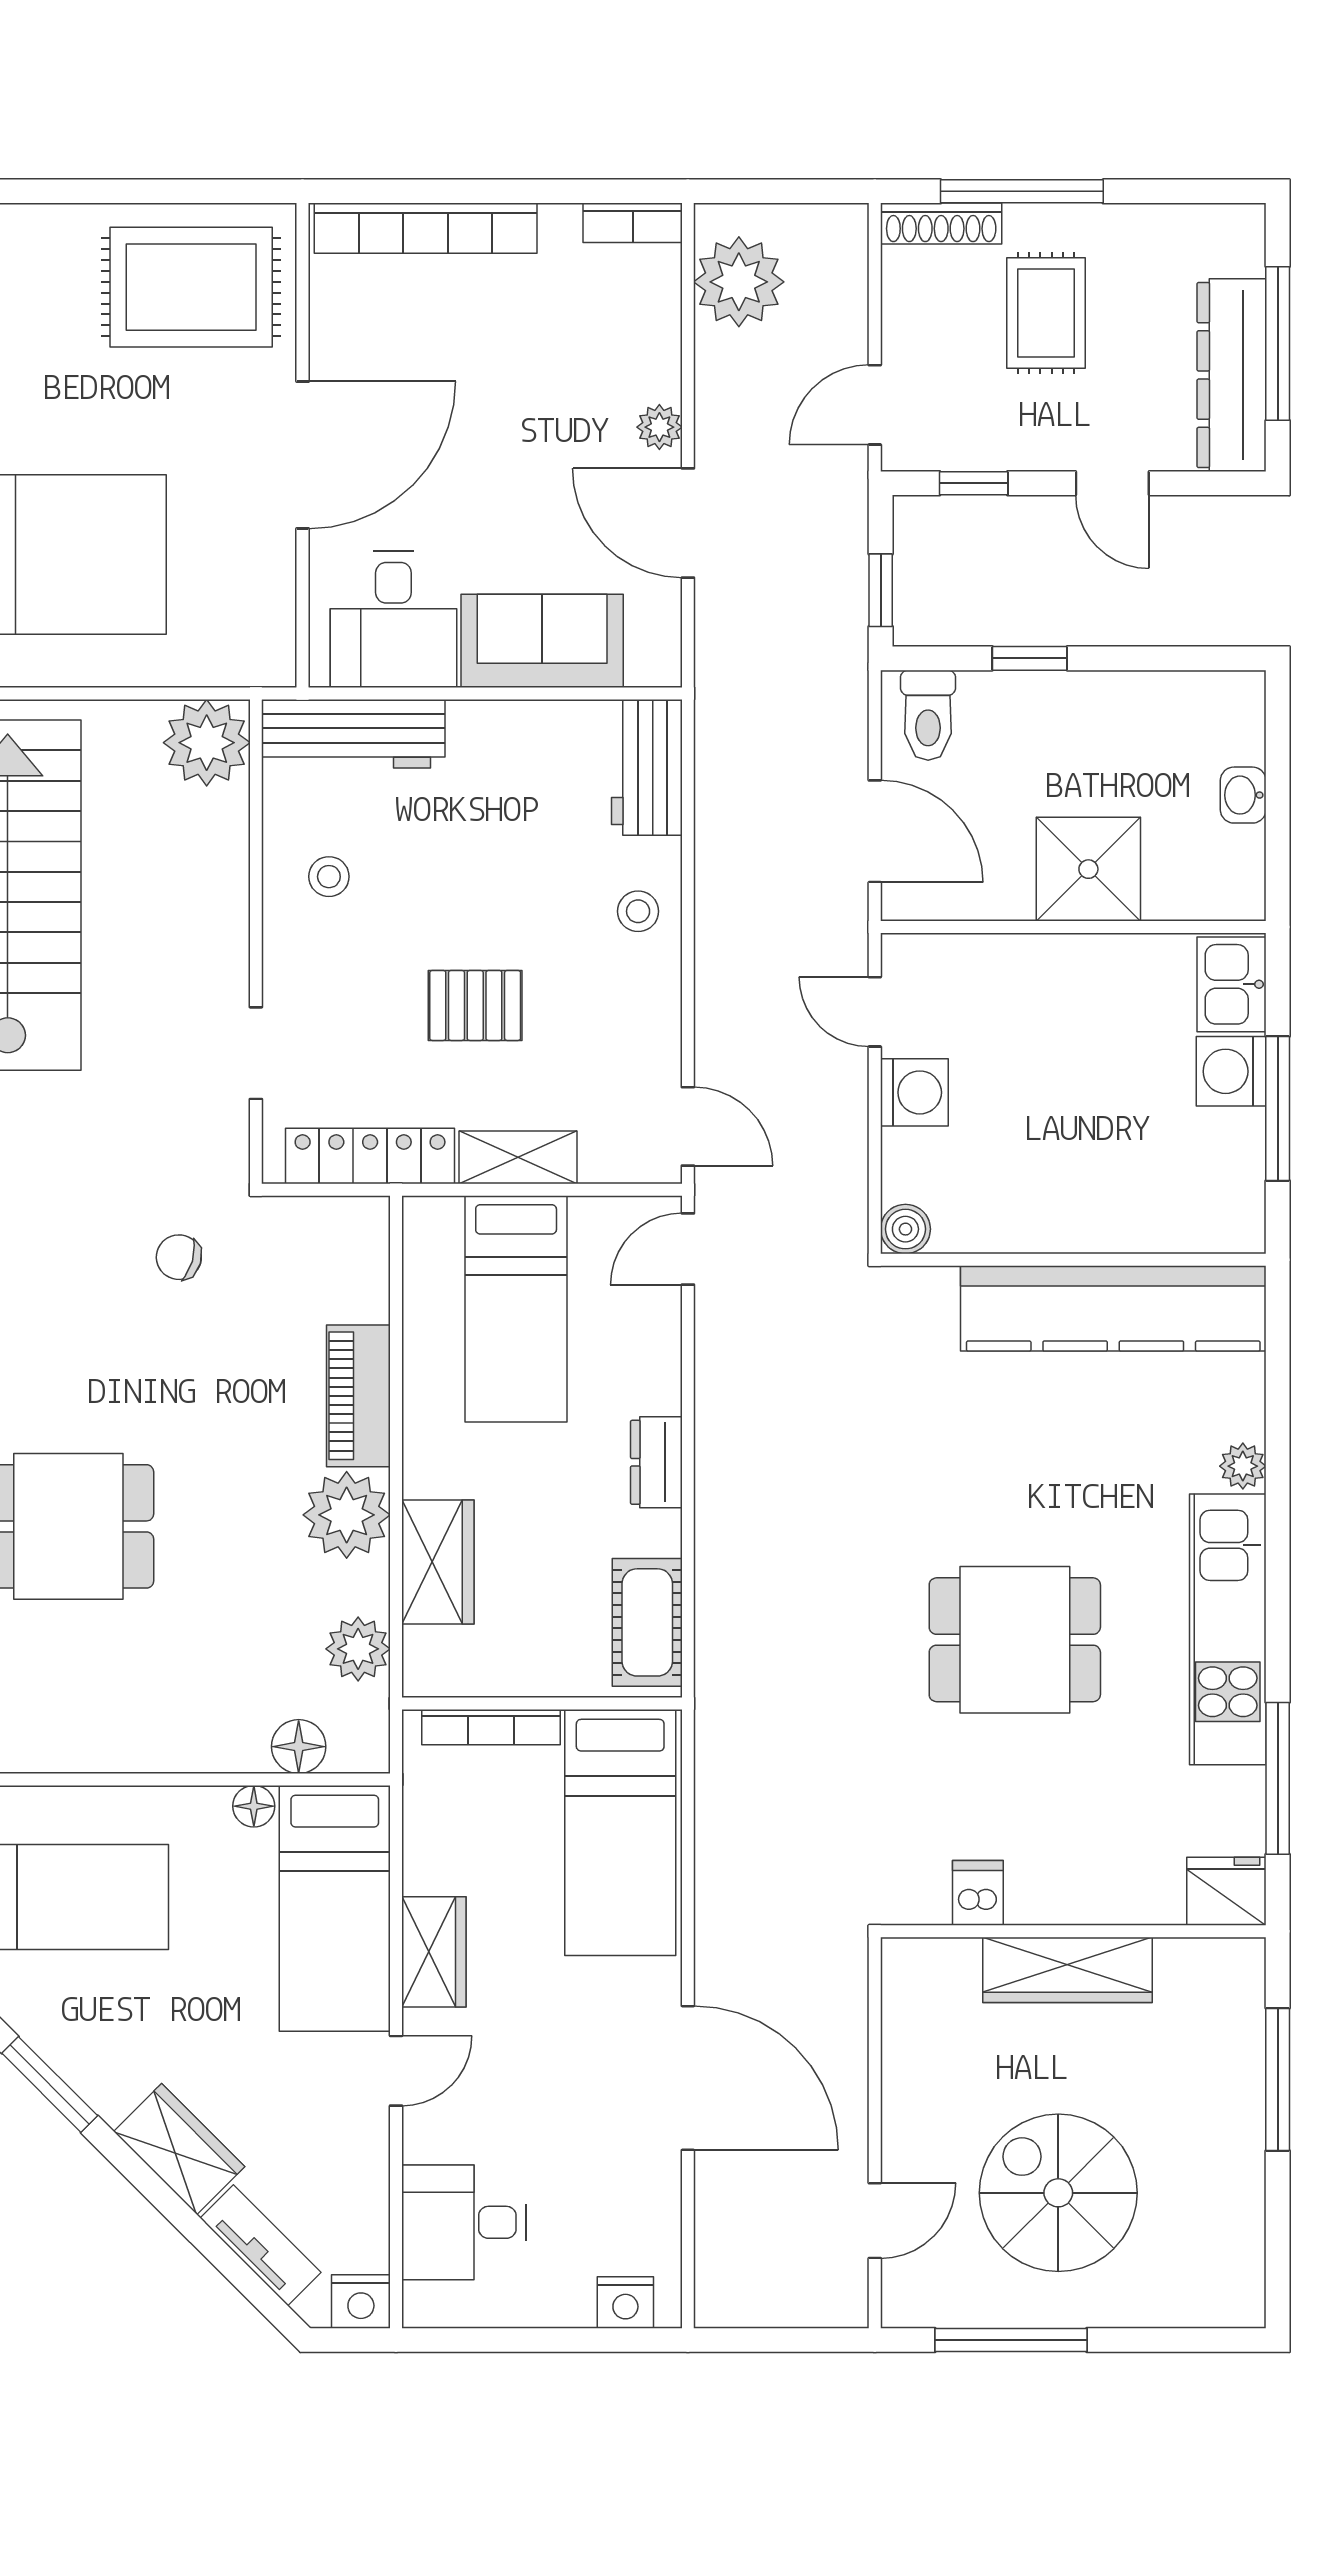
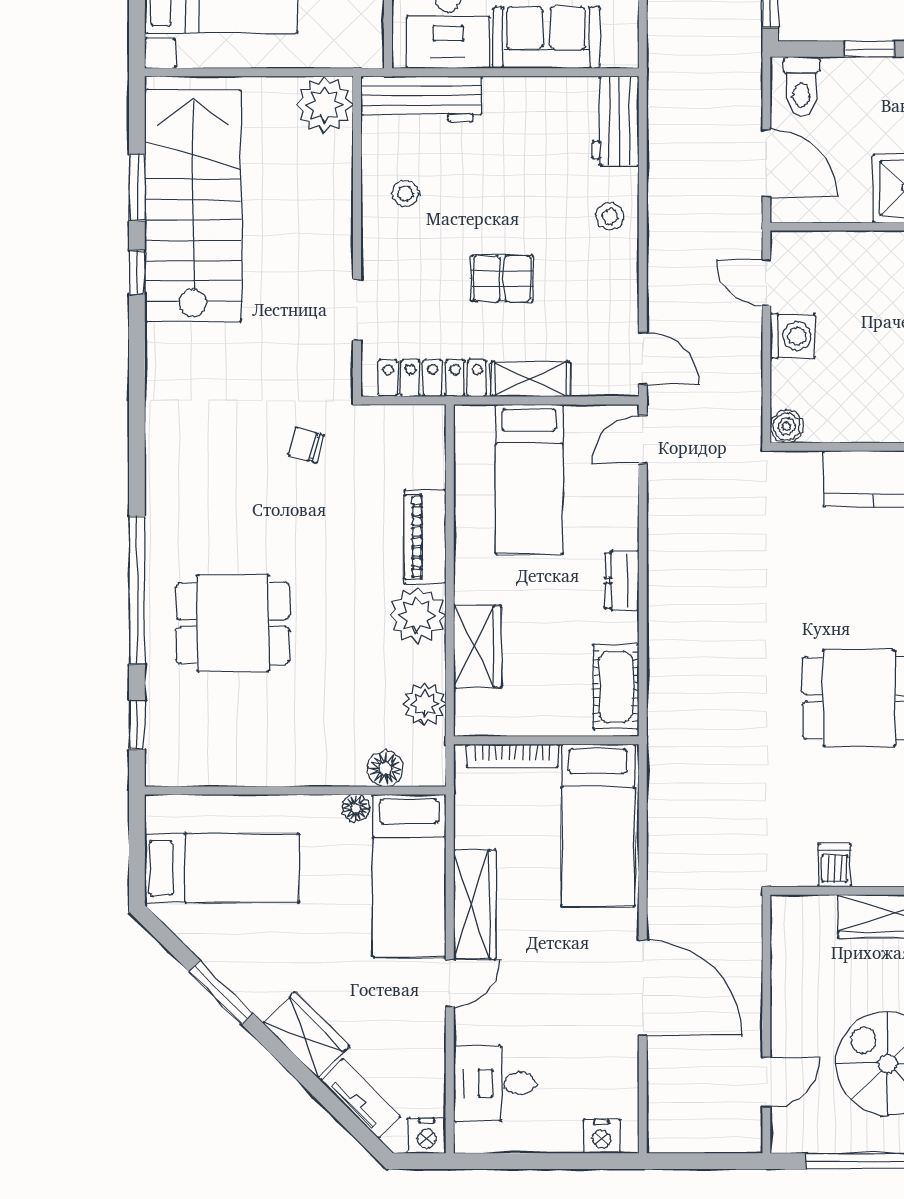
wardrobe: (434, 1952) -> (475, 904), width x1.50

